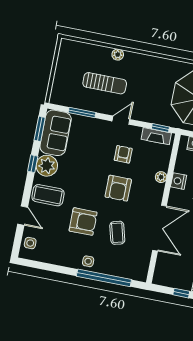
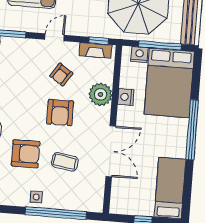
armchair: (123, 154) -> (61, 75), turned -146
plant: (161, 177) -> (100, 94), width x1.88, depth x1.88
coffee table: (117, 233) -> (65, 162), turned -66

